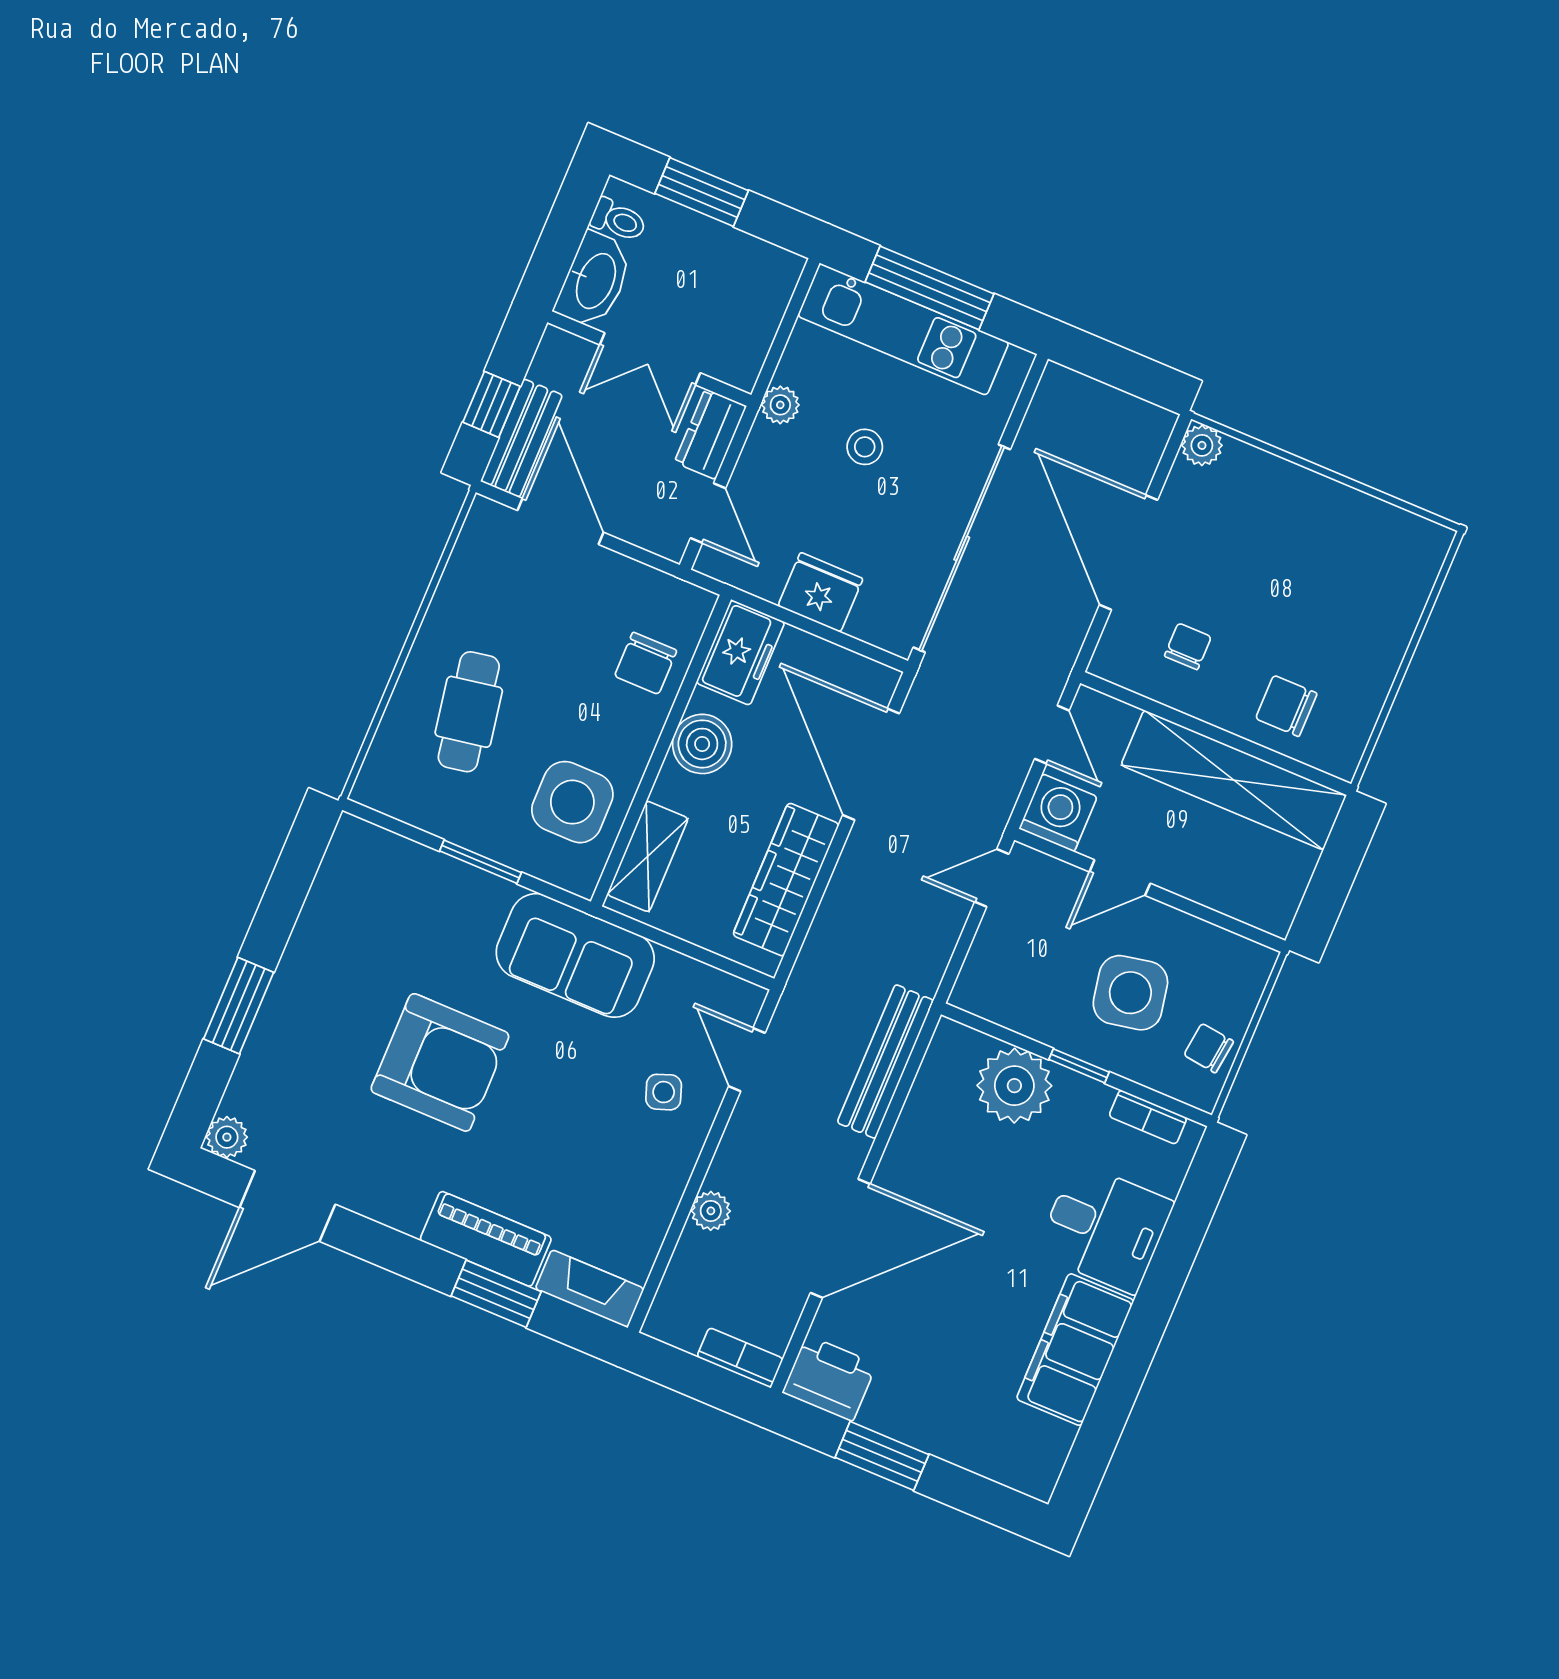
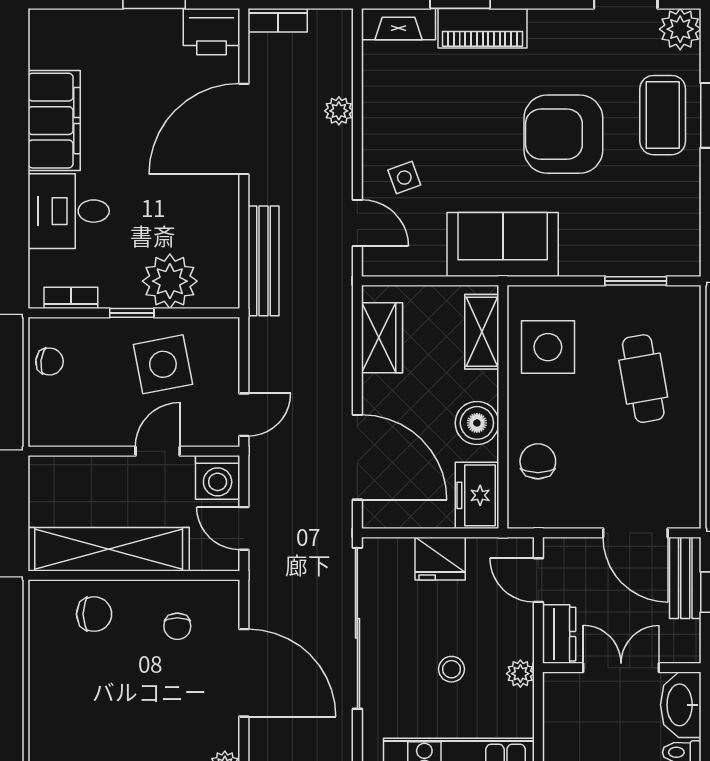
window: (481, 862) -> (636, 281), moved
wardrobe: (786, 880) -> (382, 338), width x0.67
side table: (1130, 993) -> (163, 364), moved
coffee table: (305, 1034) -> (663, 115), added
plant: (227, 1137) -> (680, 29), width x1.38, depth x1.38

